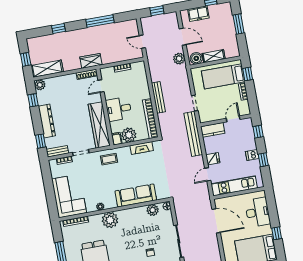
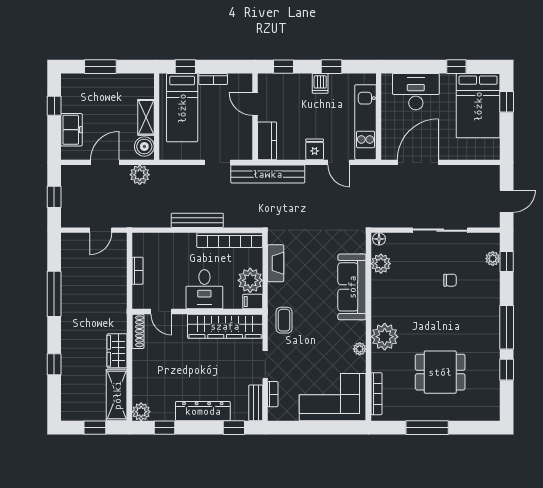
wardrobe: (91, 61) -> (117, 351), moved

